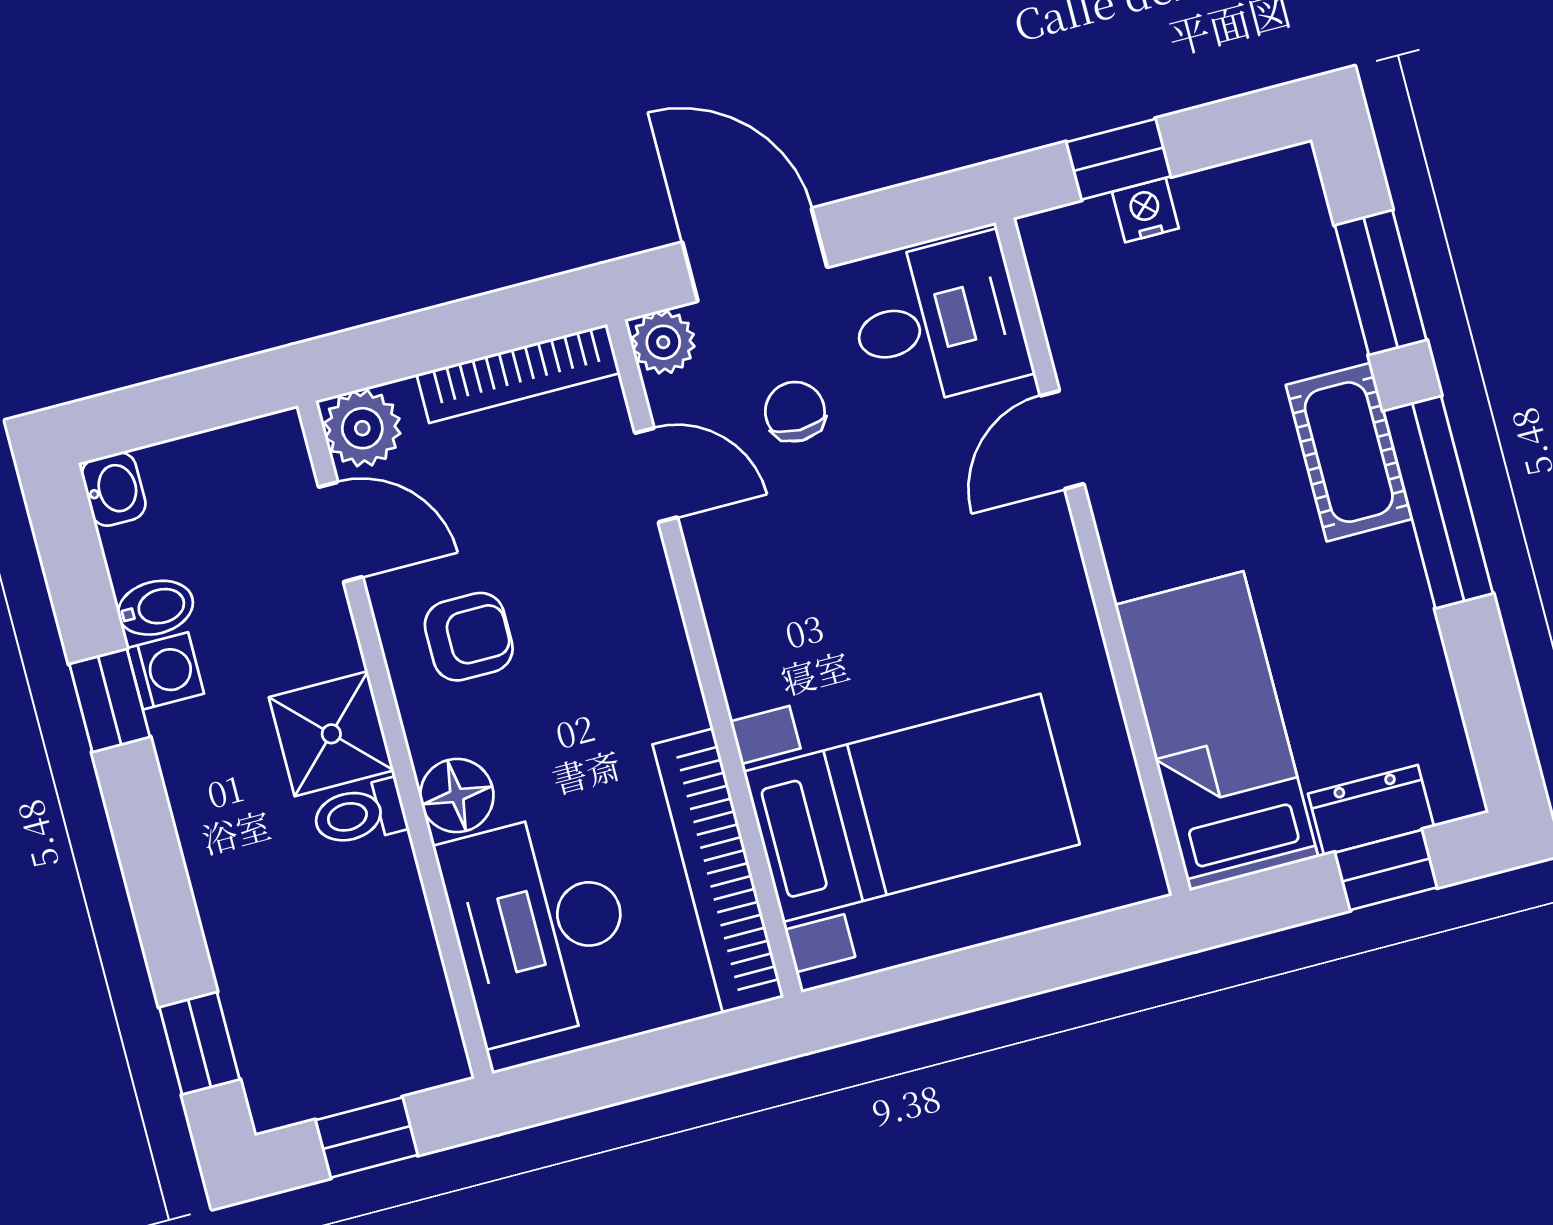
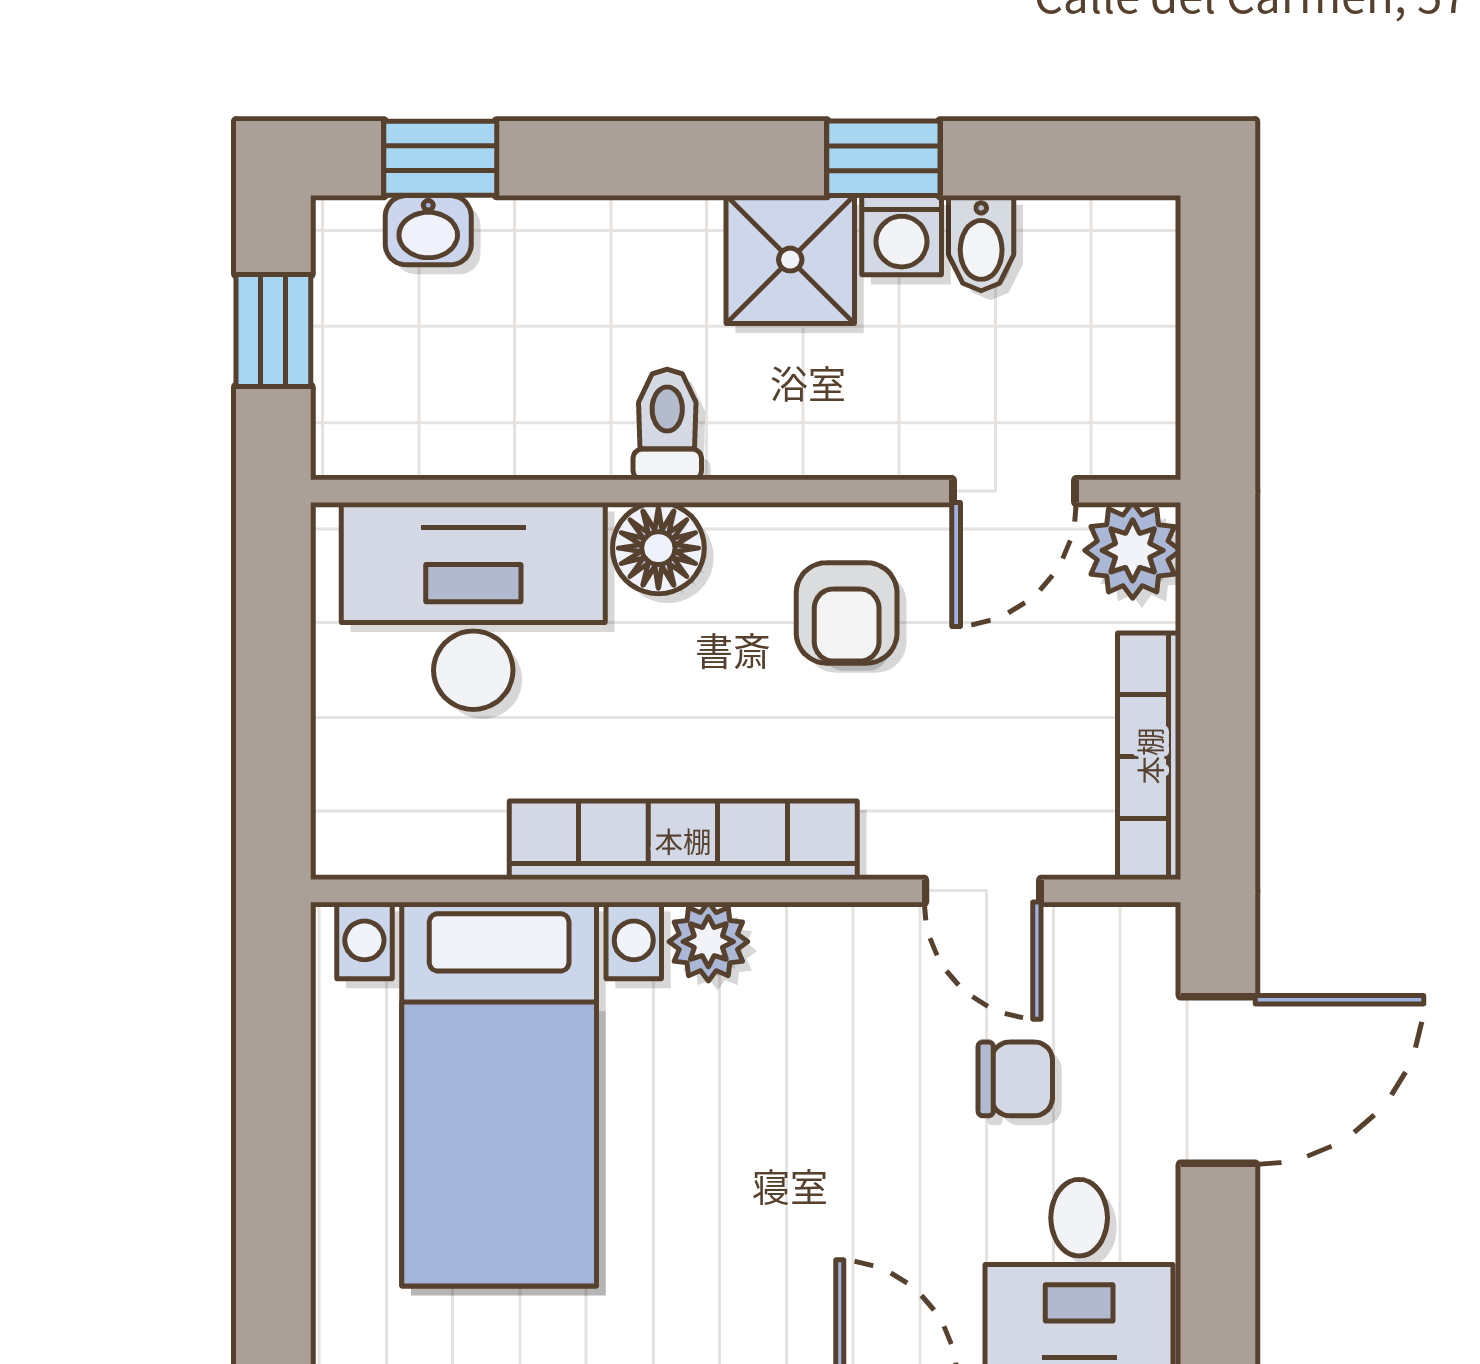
plant: (663, 342) -> (708, 942), moved
door: (656, 475) -> (983, 891), hinge flipped
washbasin: (114, 489) -> (428, 230), moved
shower: (331, 734) -> (790, 260), moved
bookcase: (718, 871) -> (683, 840), moved

